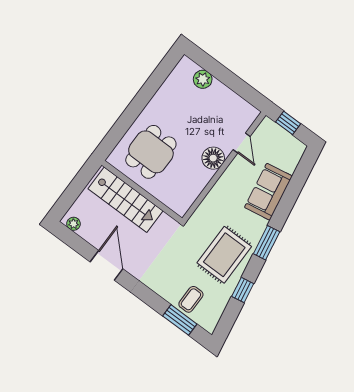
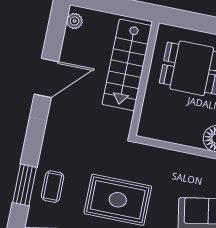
coffee table: (191, 299) -> (53, 187), turned 90

